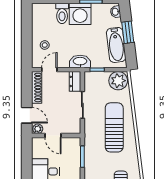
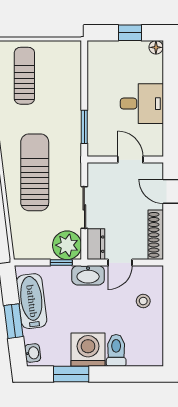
door: (49, 70) -> (120, 263), moved
plant: (118, 81) -> (67, 245), moved
sun lounger: (114, 127) -> (35, 172), turned 180
plant: (38, 129) -> (154, 170), removed

